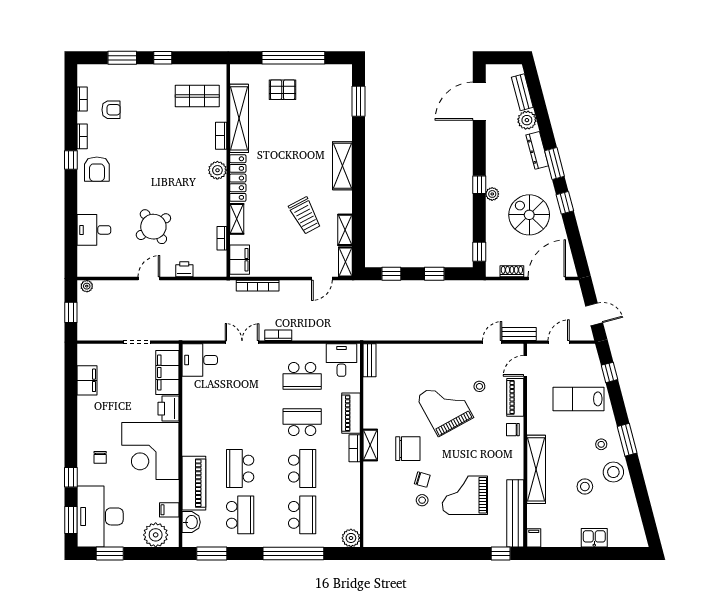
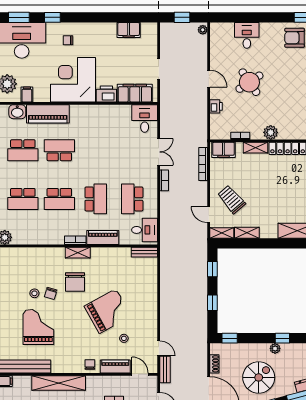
plant: (217, 170) -> (271, 132), moved
trolley: (305, 216) -> (231, 199), moved, turned 77

